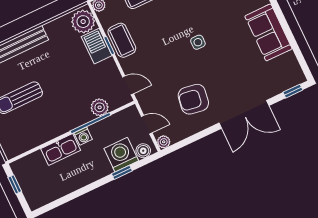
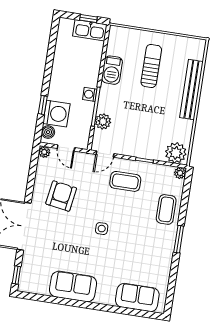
coffee table: (122, 40) -> (125, 181), moved
barbecue: (97, 46) -> (112, 70), moved, turned 90
door: (147, 125) -> (66, 148), hinge flipped
kitchen sink: (61, 149) -> (90, 30), moved, turned -90

